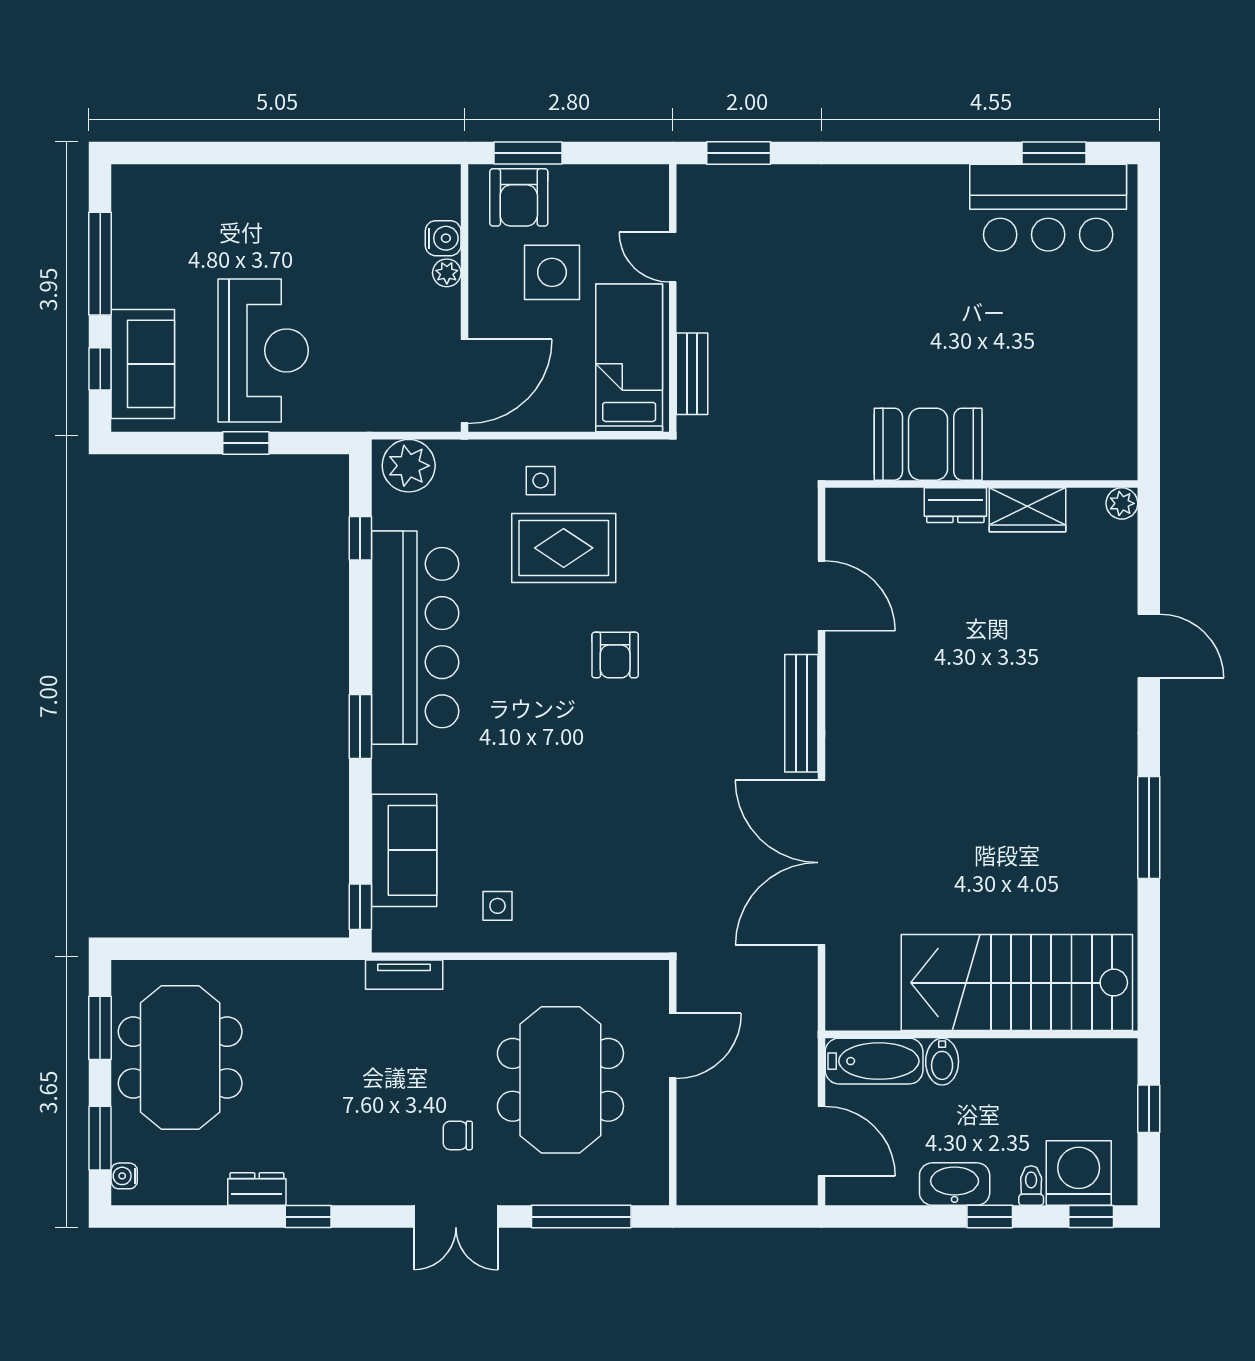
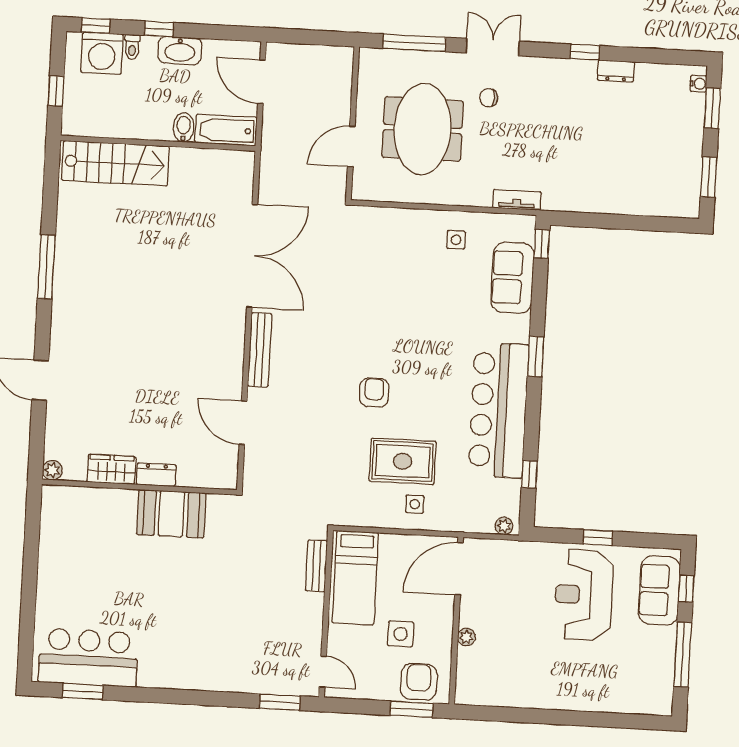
water cooler: (443, 238) -> (467, 659), removed
door: (673, 257) -> (323, 672), moved
side table: (552, 272) -> (401, 634), width x0.73, depth x0.73
plant: (409, 466) -> (504, 526), width x0.53, depth x0.53
stairs: (1017, 983) -> (115, 163), width x0.73, depth x0.66
meeting table: (180, 1058) -> (660, 156), removed
chair: (458, 1135) -> (489, 98), turned 180

